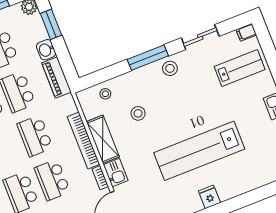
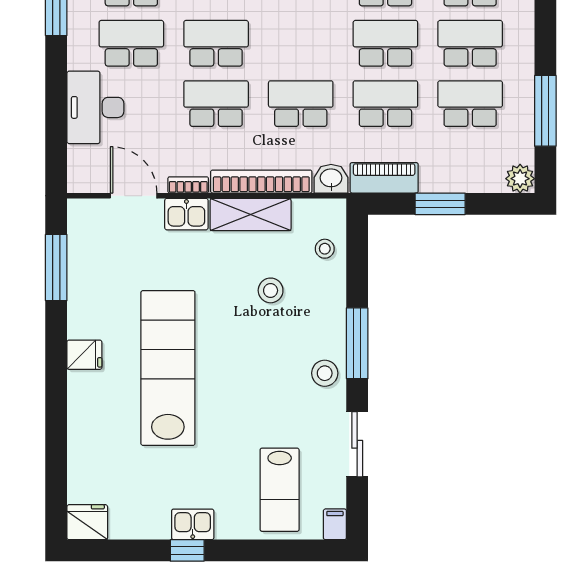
window: (51, 24) -> (440, 204), moved
washbasin: (46, 50) -> (331, 179), moved

